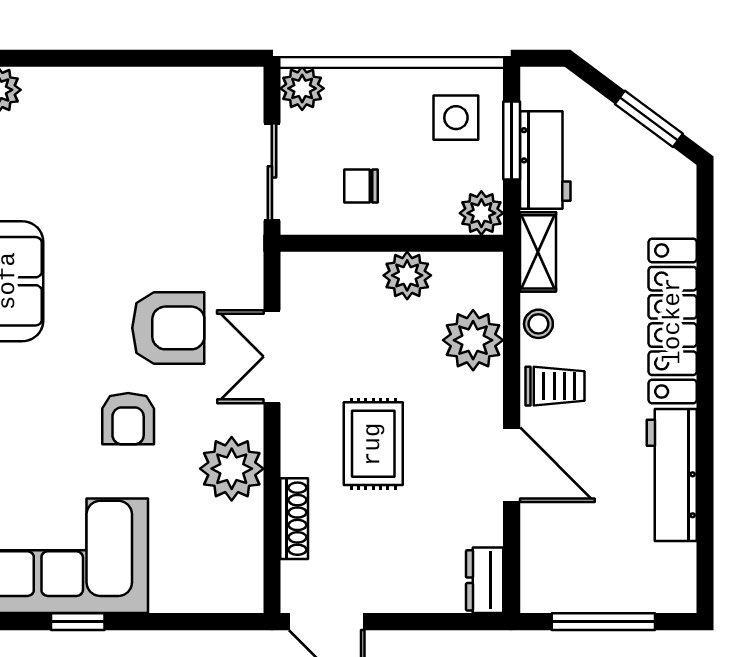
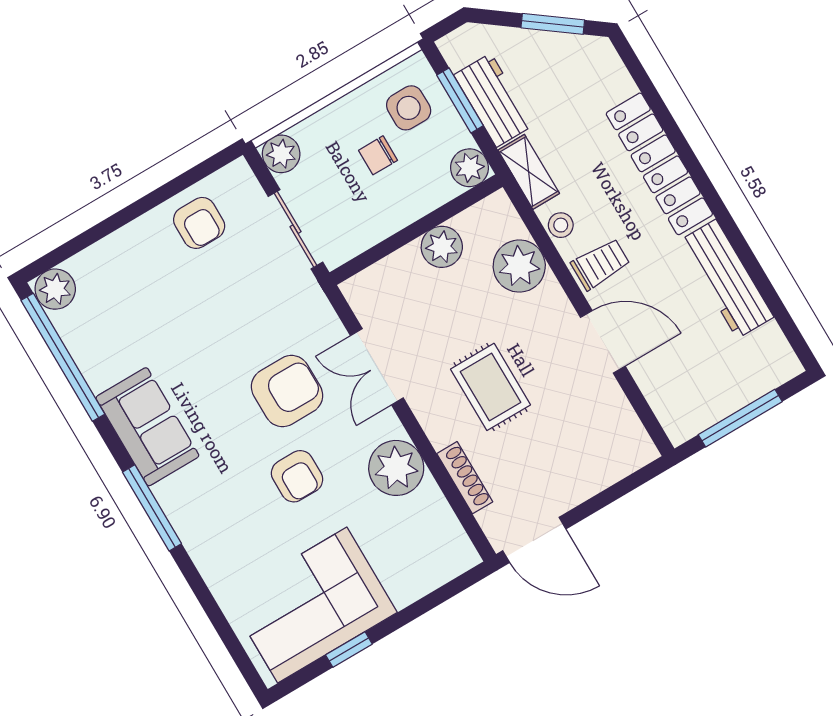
armchair: (180, 109) -> (199, 223), added
chair: (361, 186) -> (378, 155), moved
dresser: (485, 580) -> (634, 440), removed

